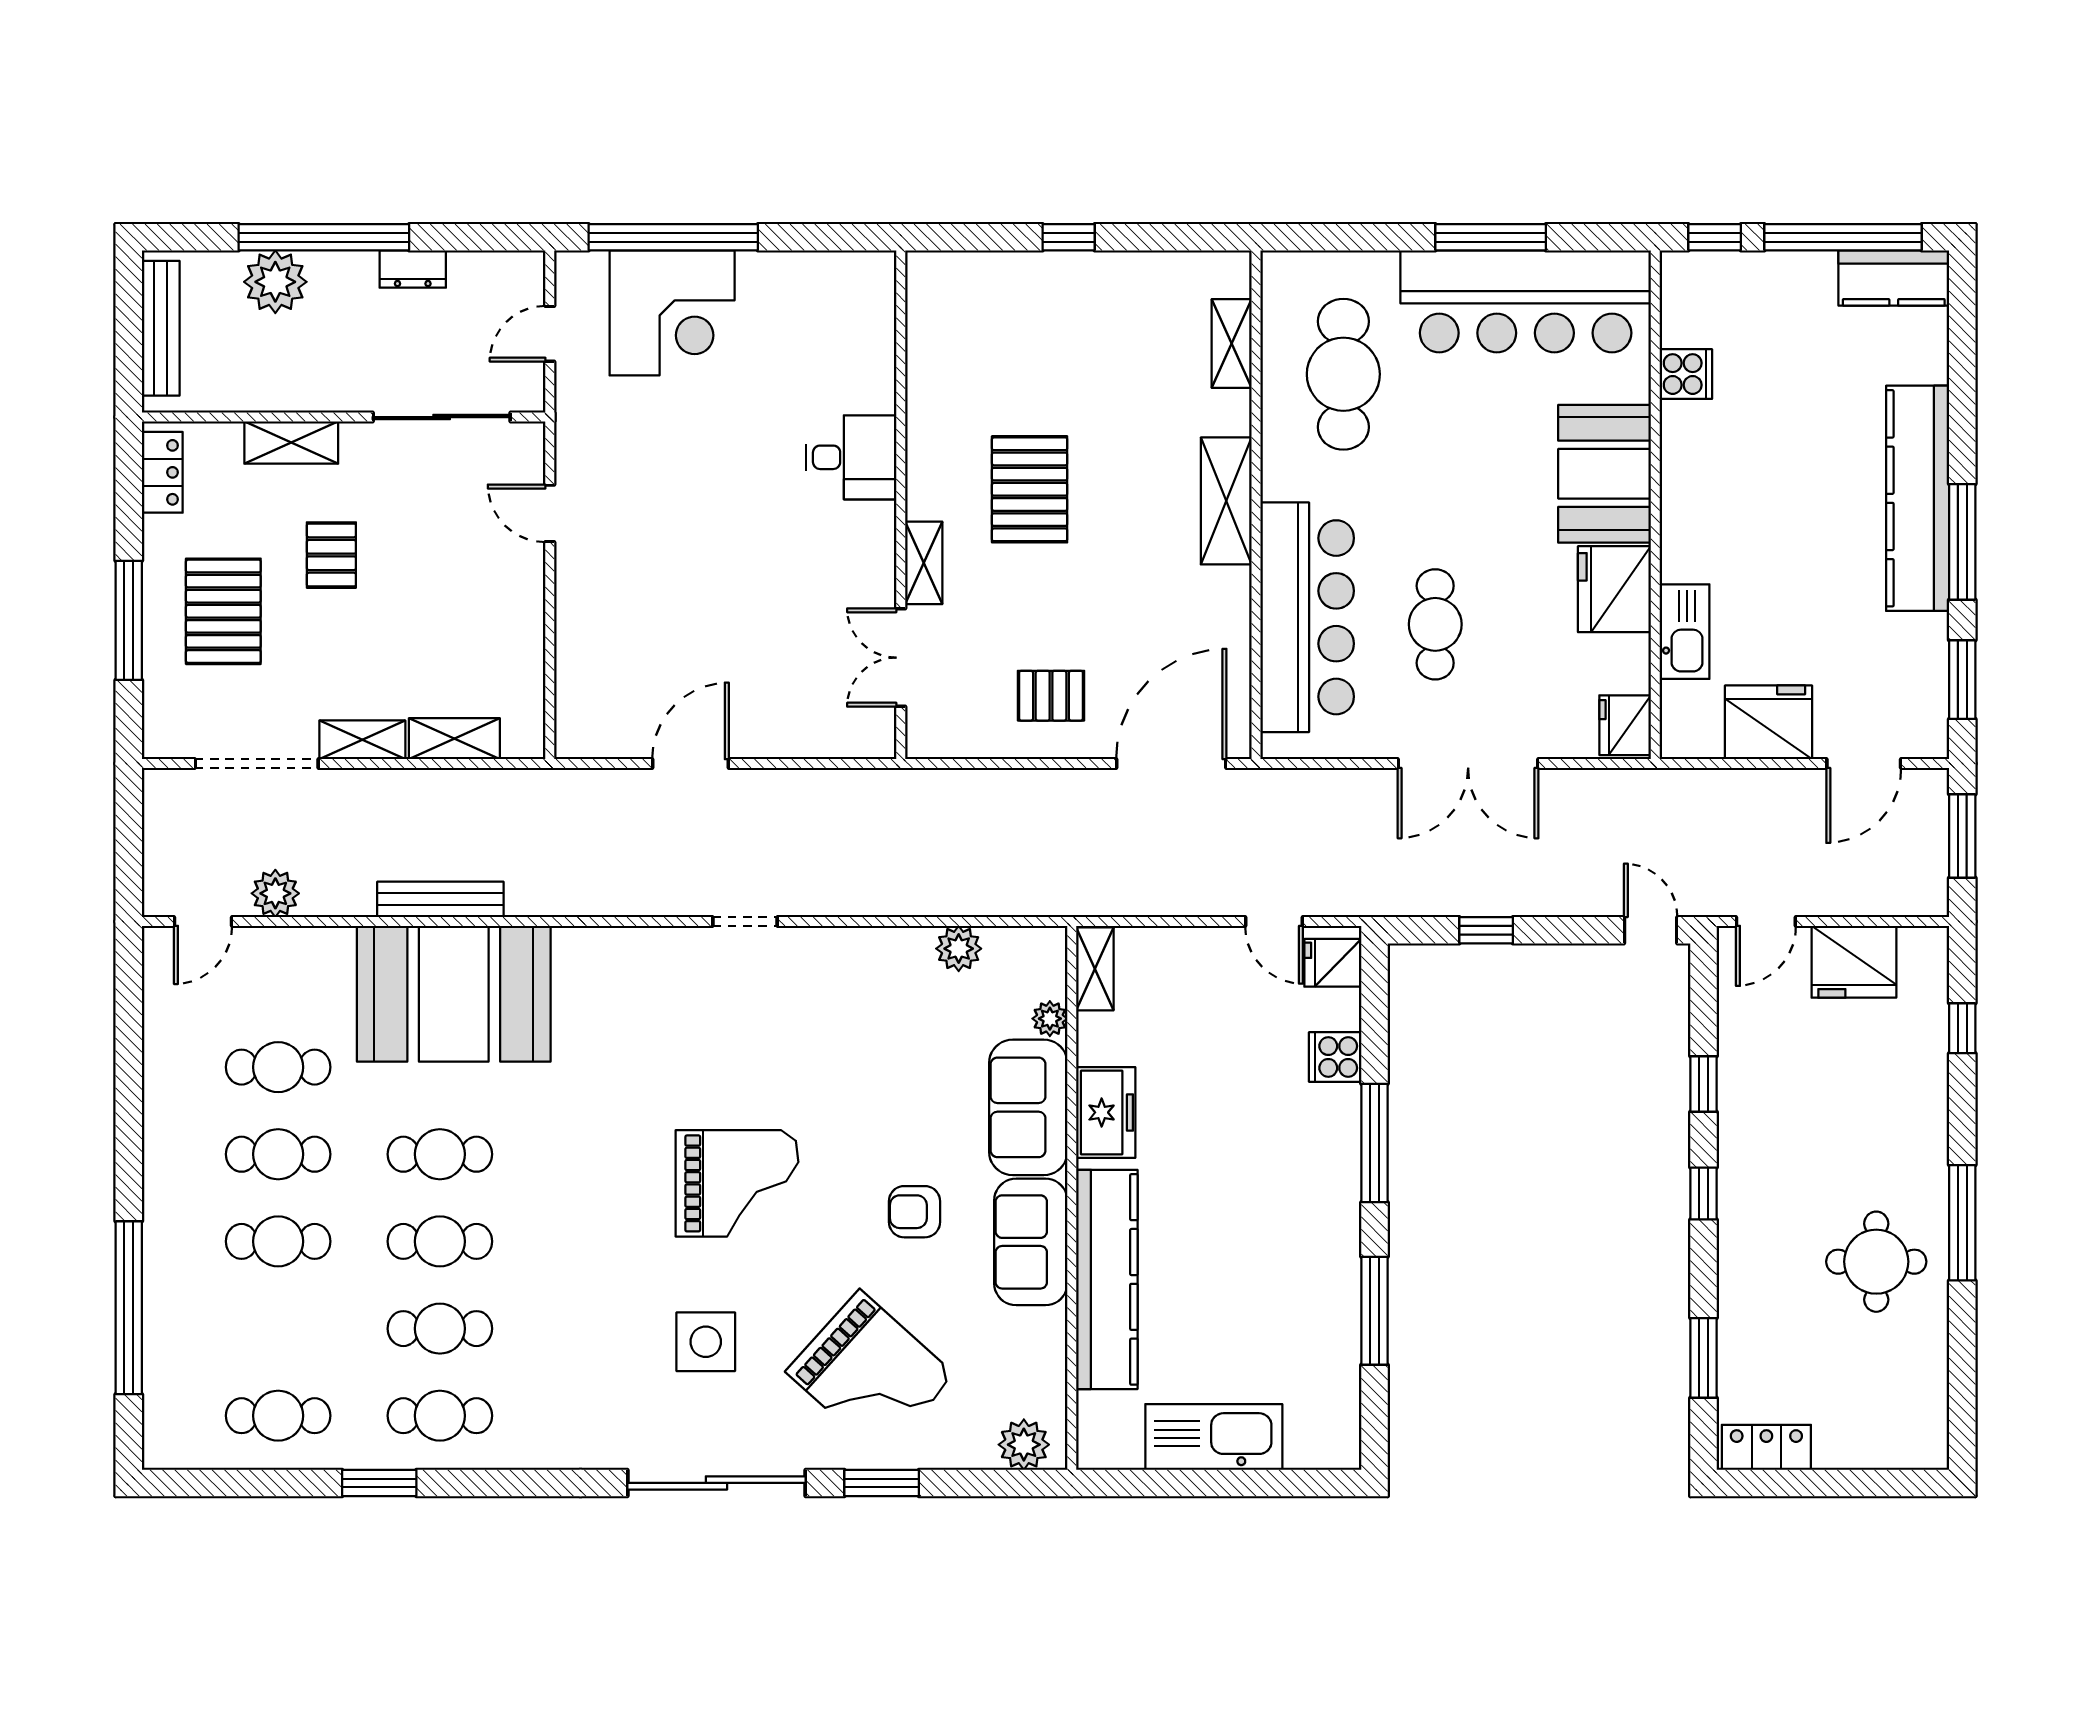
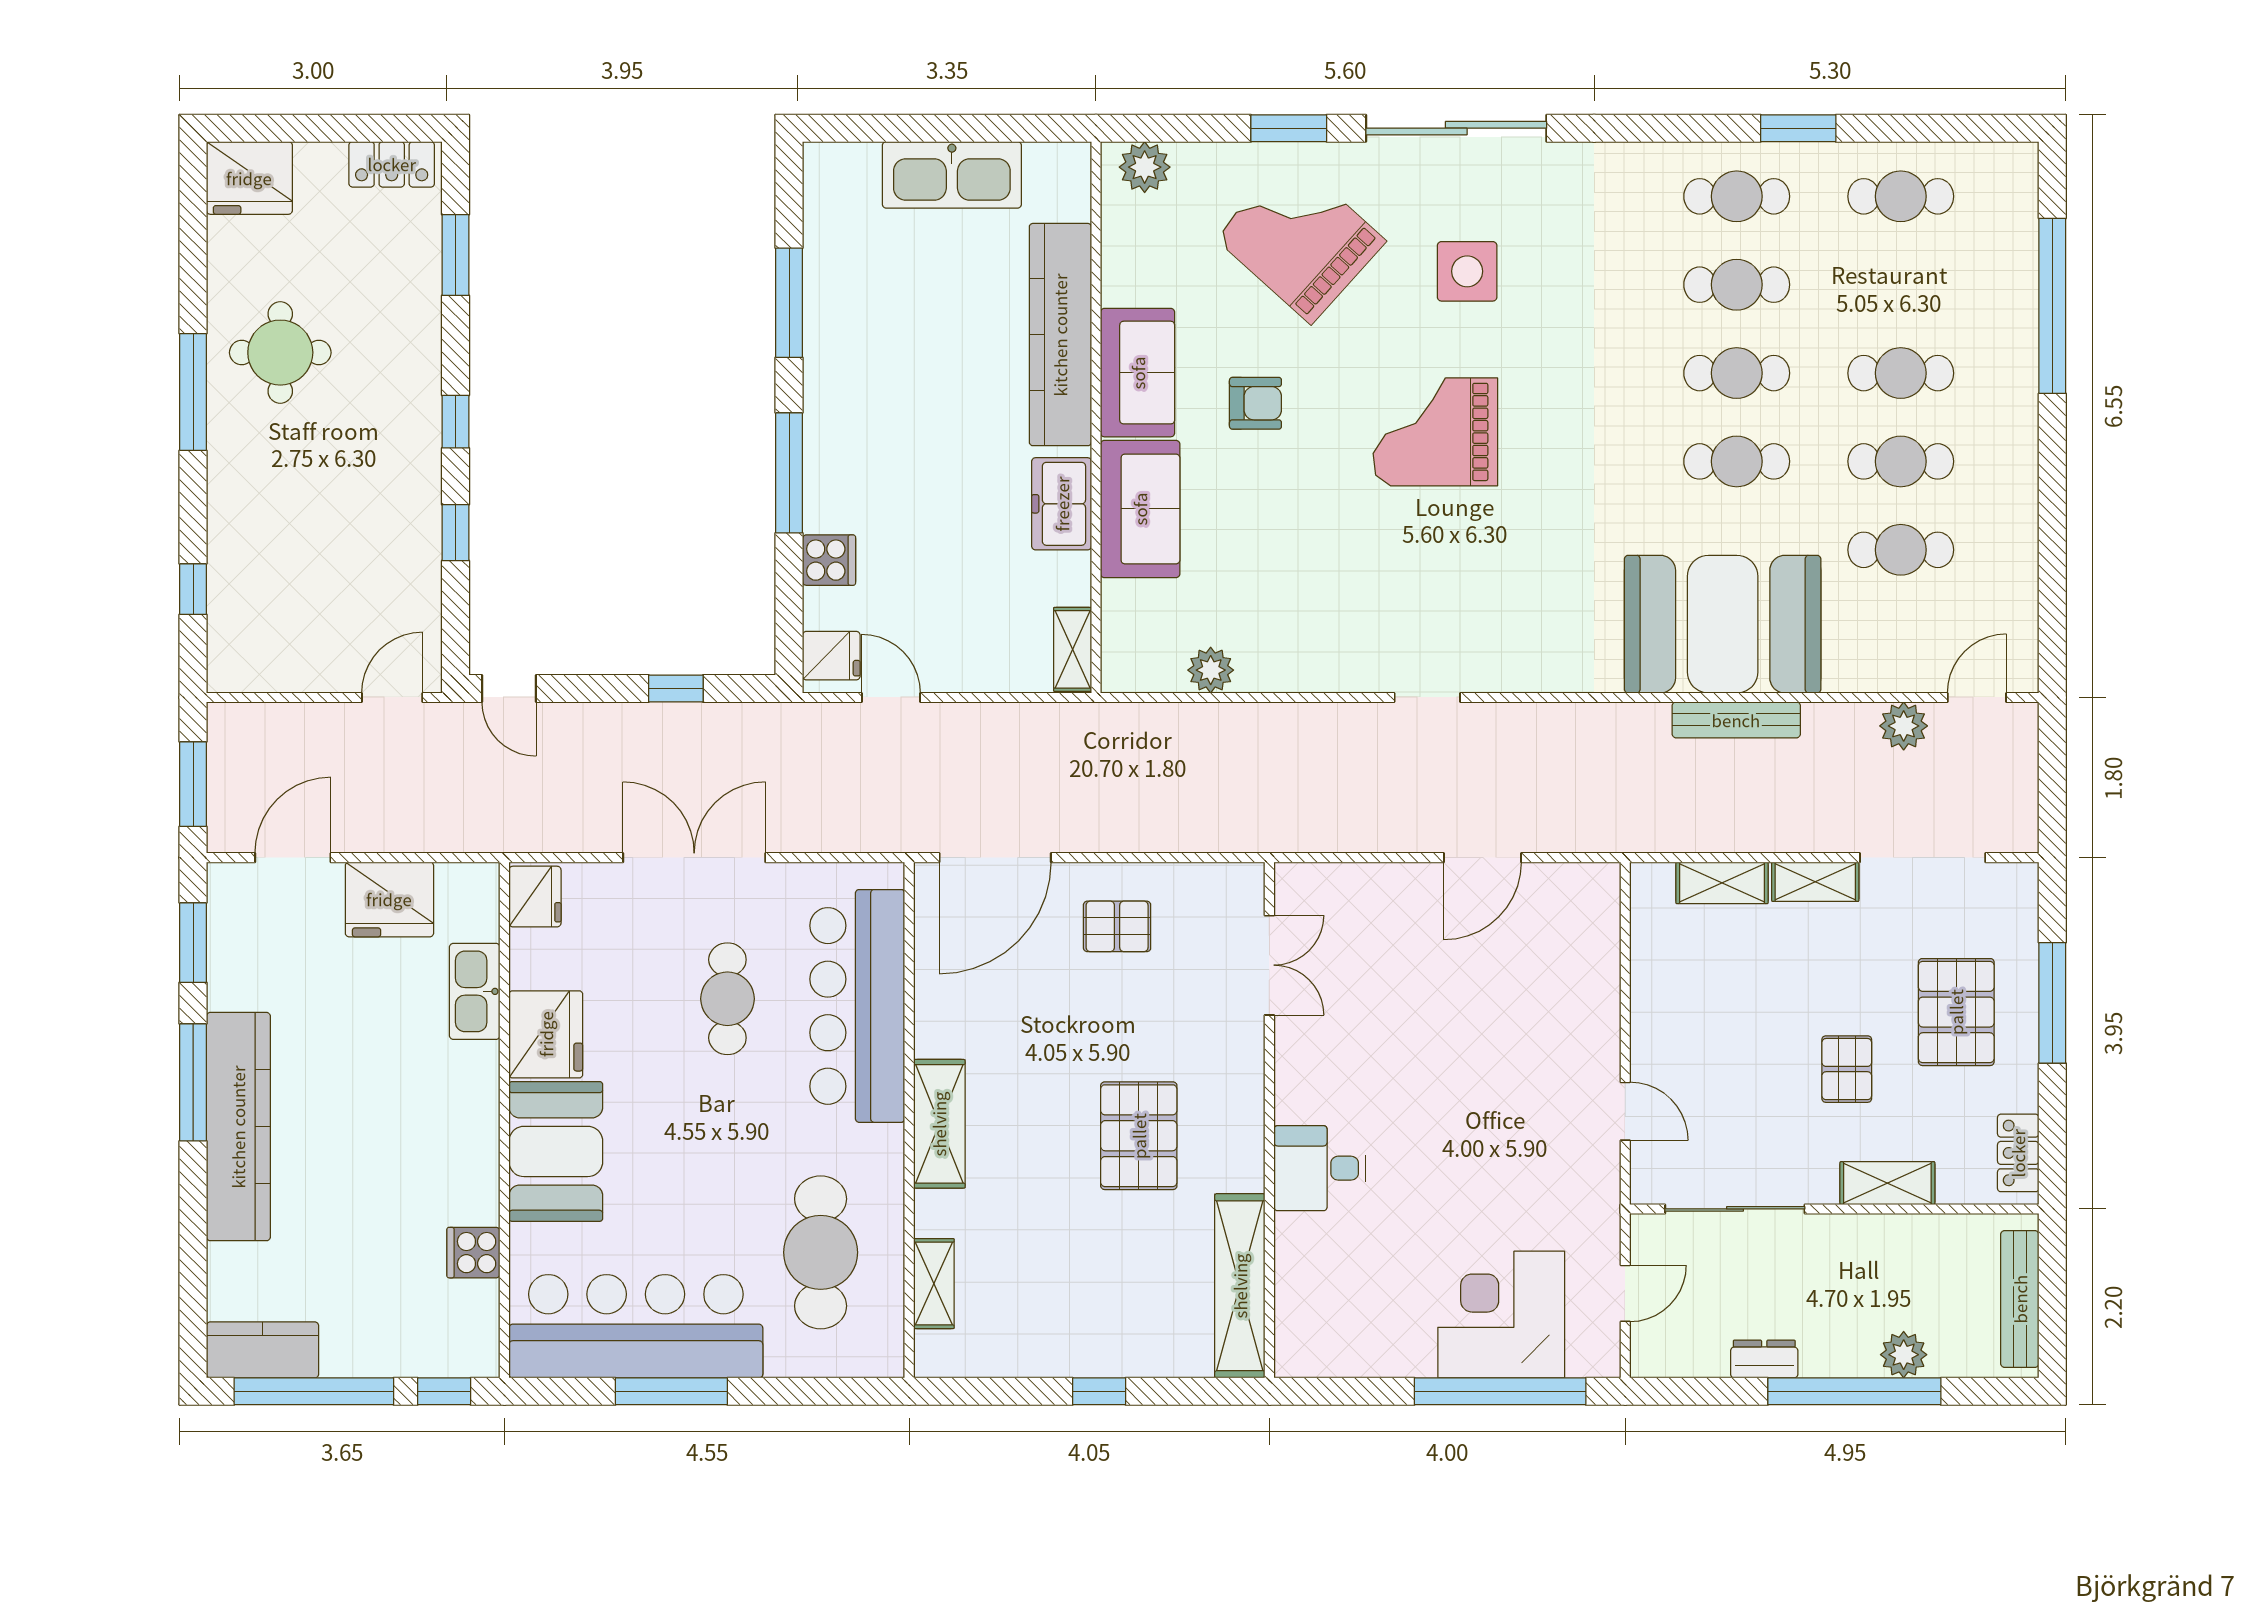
plant: (275, 282) -> (1904, 1355), width x0.73, depth x0.73
shelving: (924, 563) -> (1240, 1286), moved, width x2.20, depth x1.33
fridge: (1854, 962) -> (249, 178), moved, turned 180
plant: (1050, 1019) -> (1118, 599), removed

